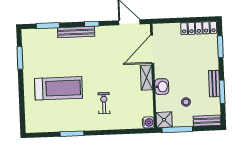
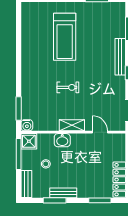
door: (152, 49) -> (100, 132), width x0.53
exercise bike: (104, 103) -> (68, 87), moved
window: (72, 134) -> (19, 109), moved

